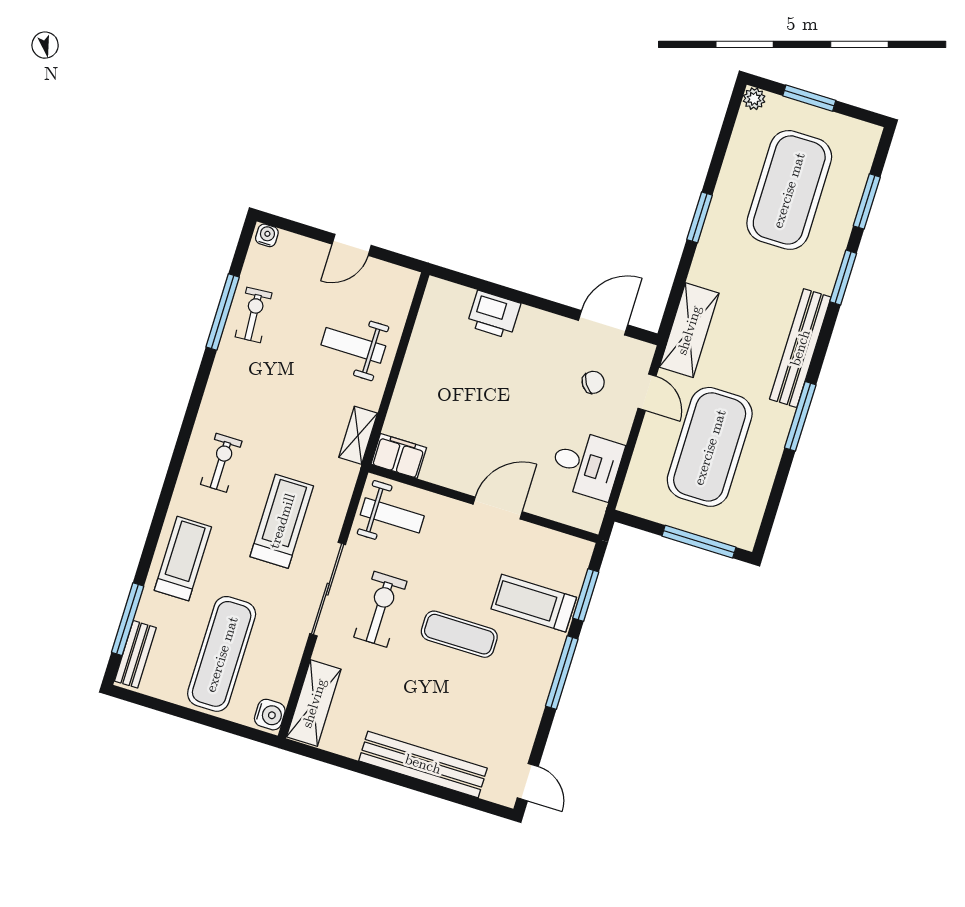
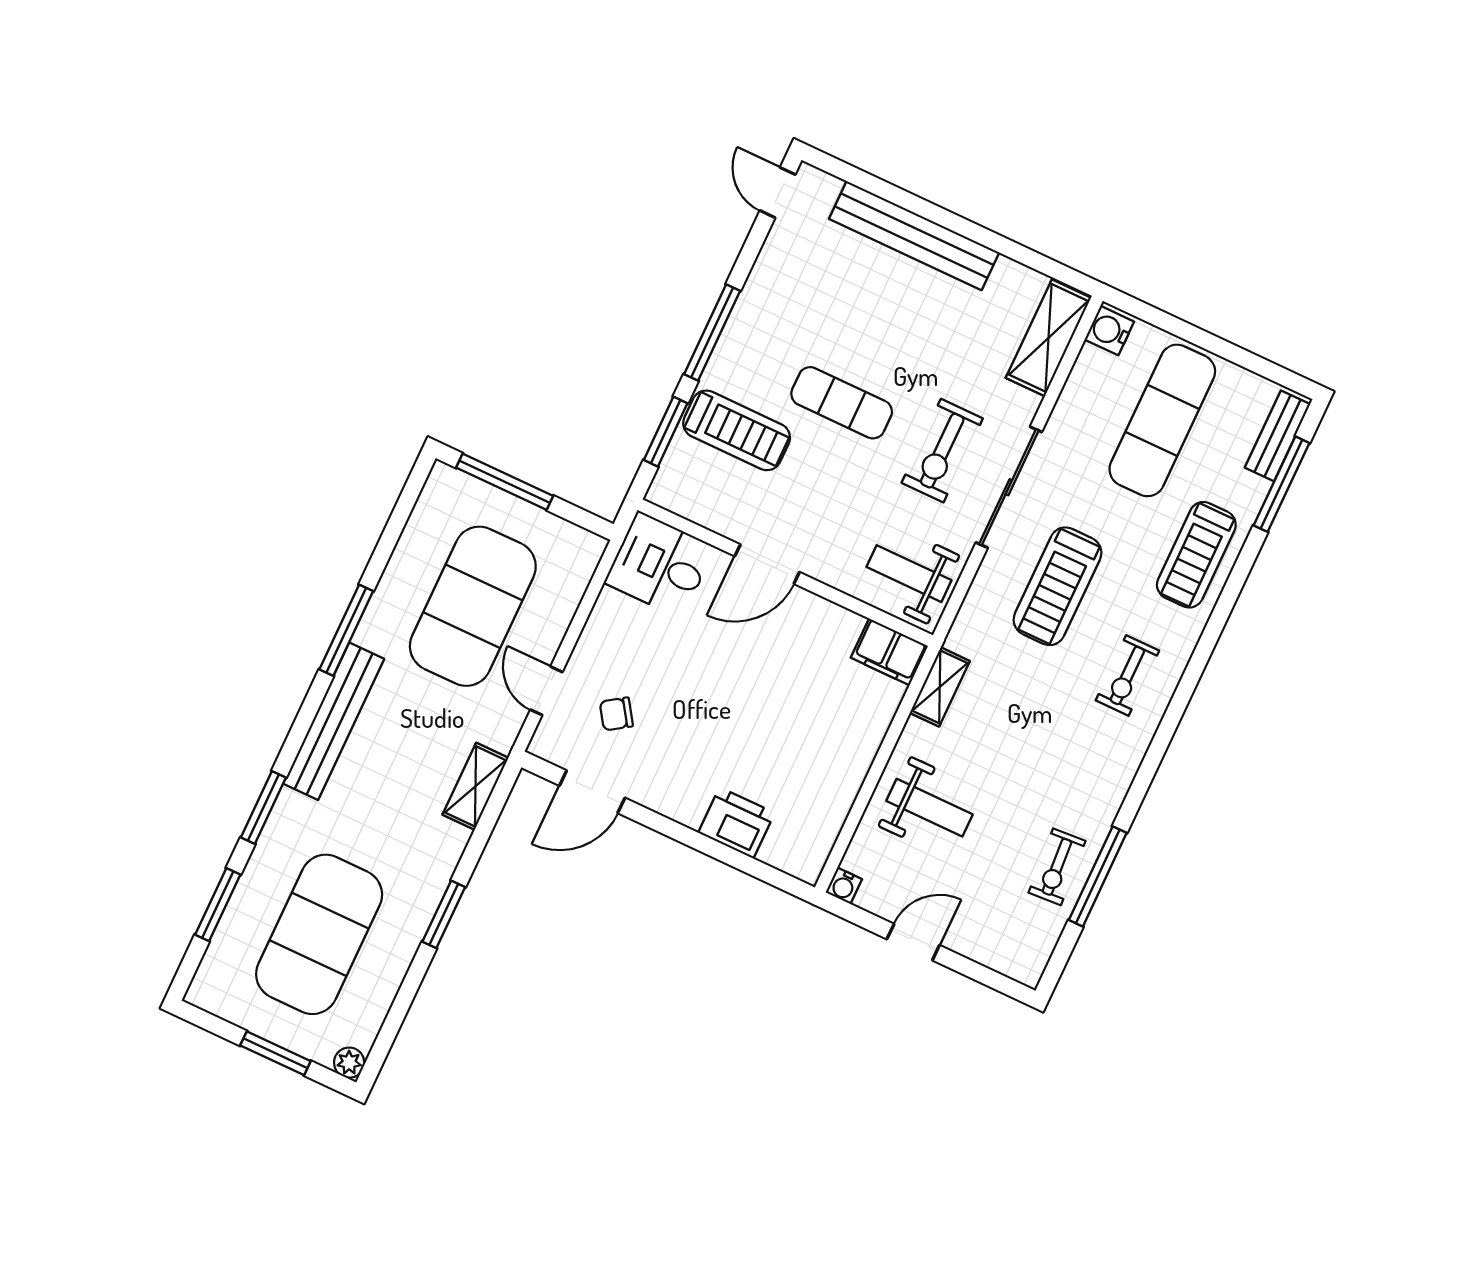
water cooler: (267, 235) -> (844, 886), moved
shelving: (689, 330) -> (475, 786), width x0.67, depth x0.75
desk: (586, 465) -> (660, 565), moved

